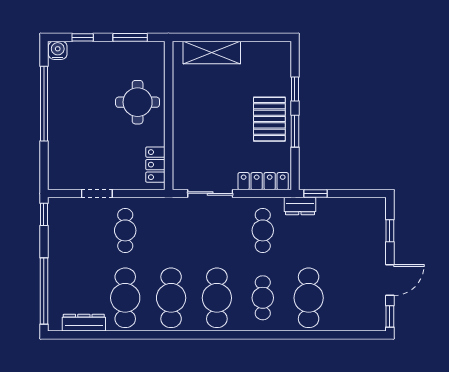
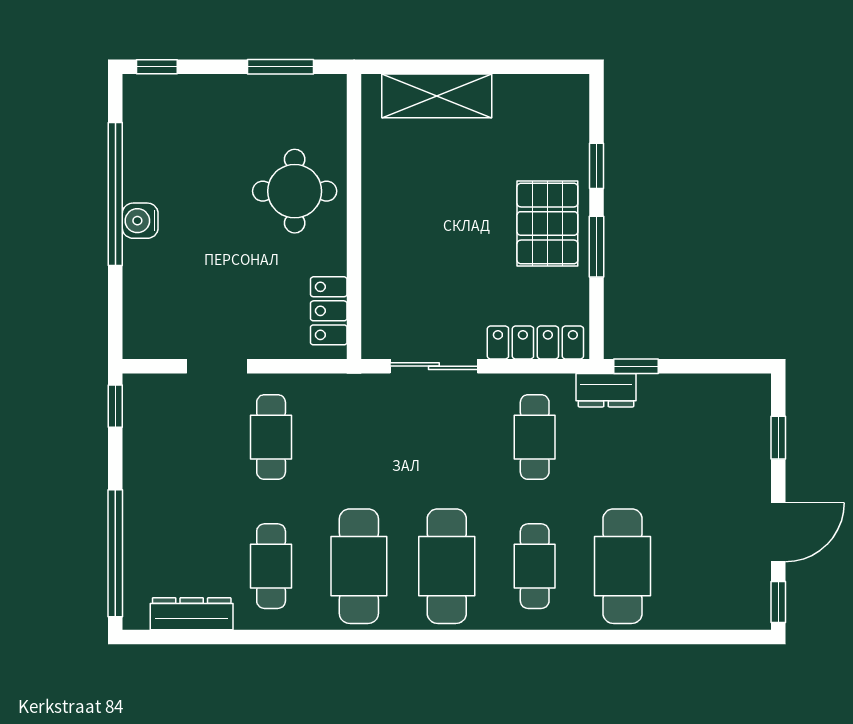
window: (83, 37) -> (157, 67), moved
water cooler: (58, 50) -> (140, 221), moved, turned -90
cafe table: (125, 298) -> (271, 566), width x0.73, depth x0.74

